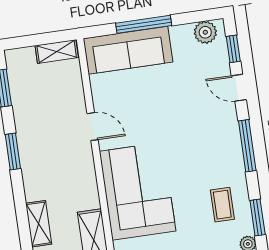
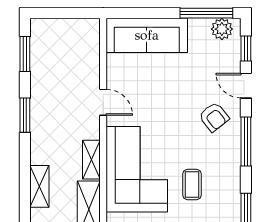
window: (144, 24) -> (206, 13), moved
shelving: (57, 52) -> (91, 160), moved, turned 90
armchair: (210, 125) -> (214, 117), added
coffee table: (222, 205) -> (192, 185), moved

